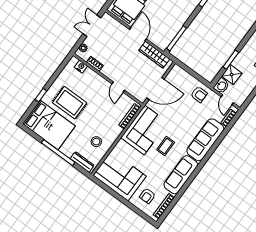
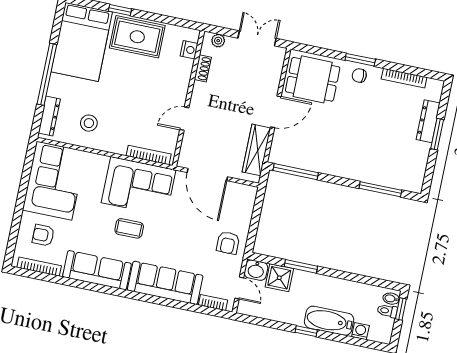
door: (227, 100) -> (239, 288), swing flipped
rug: (70, 103) -> (137, 37), moved, turned 90

